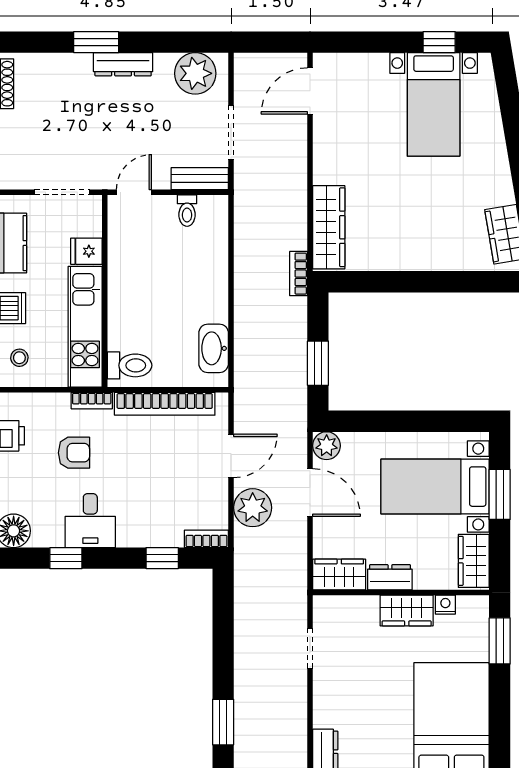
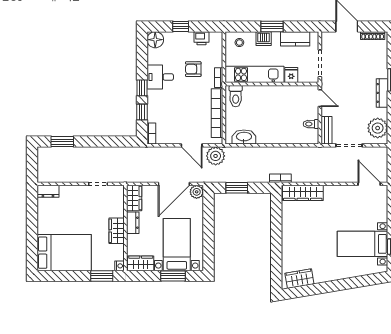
armchair: (74, 453) -> (193, 69), turned 90
door: (310, 493) -> (174, 184), width x1.36
plant: (253, 508) -> (216, 156), moved
window: (66, 558) -> (142, 88), moved
nightstand: (445, 605) -> (119, 266), moved

